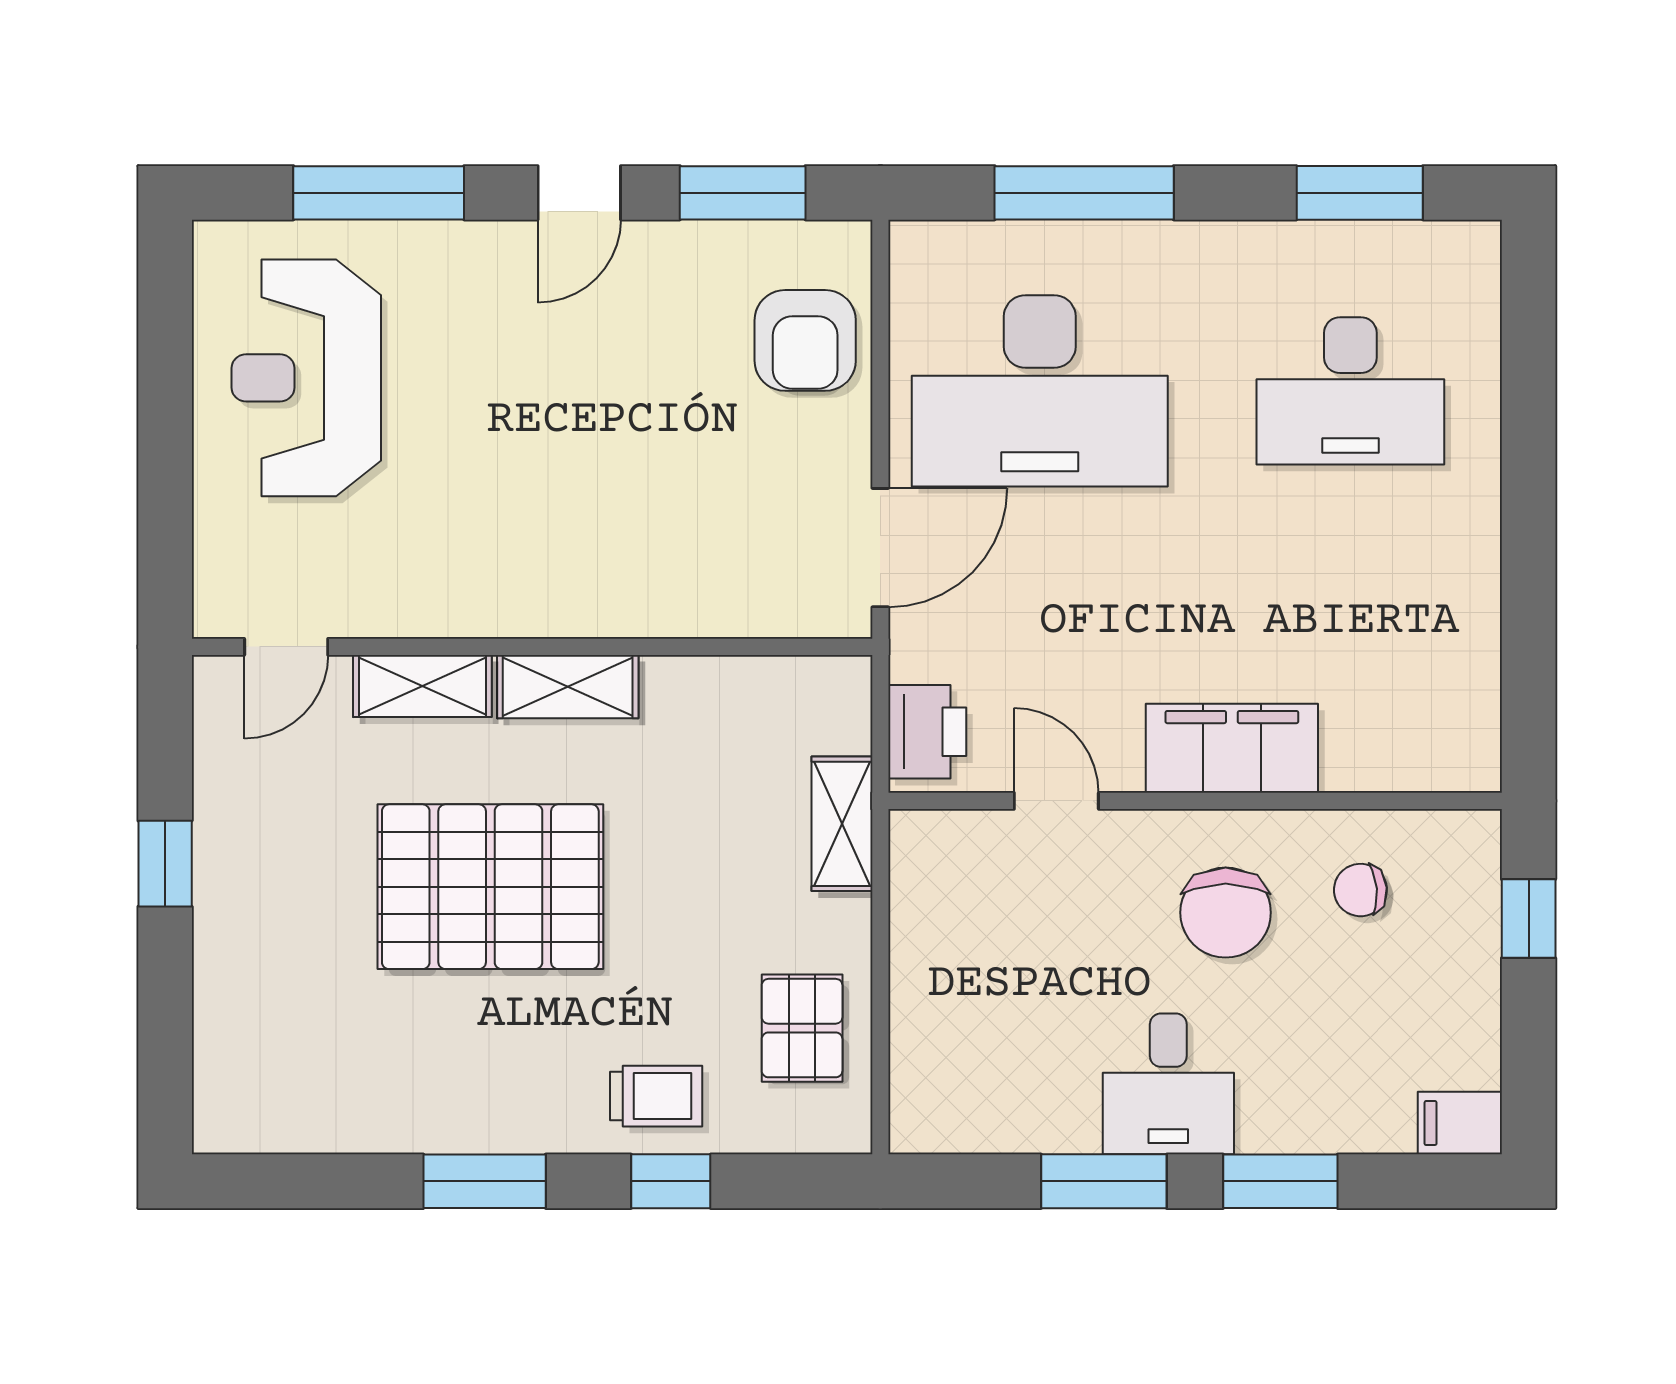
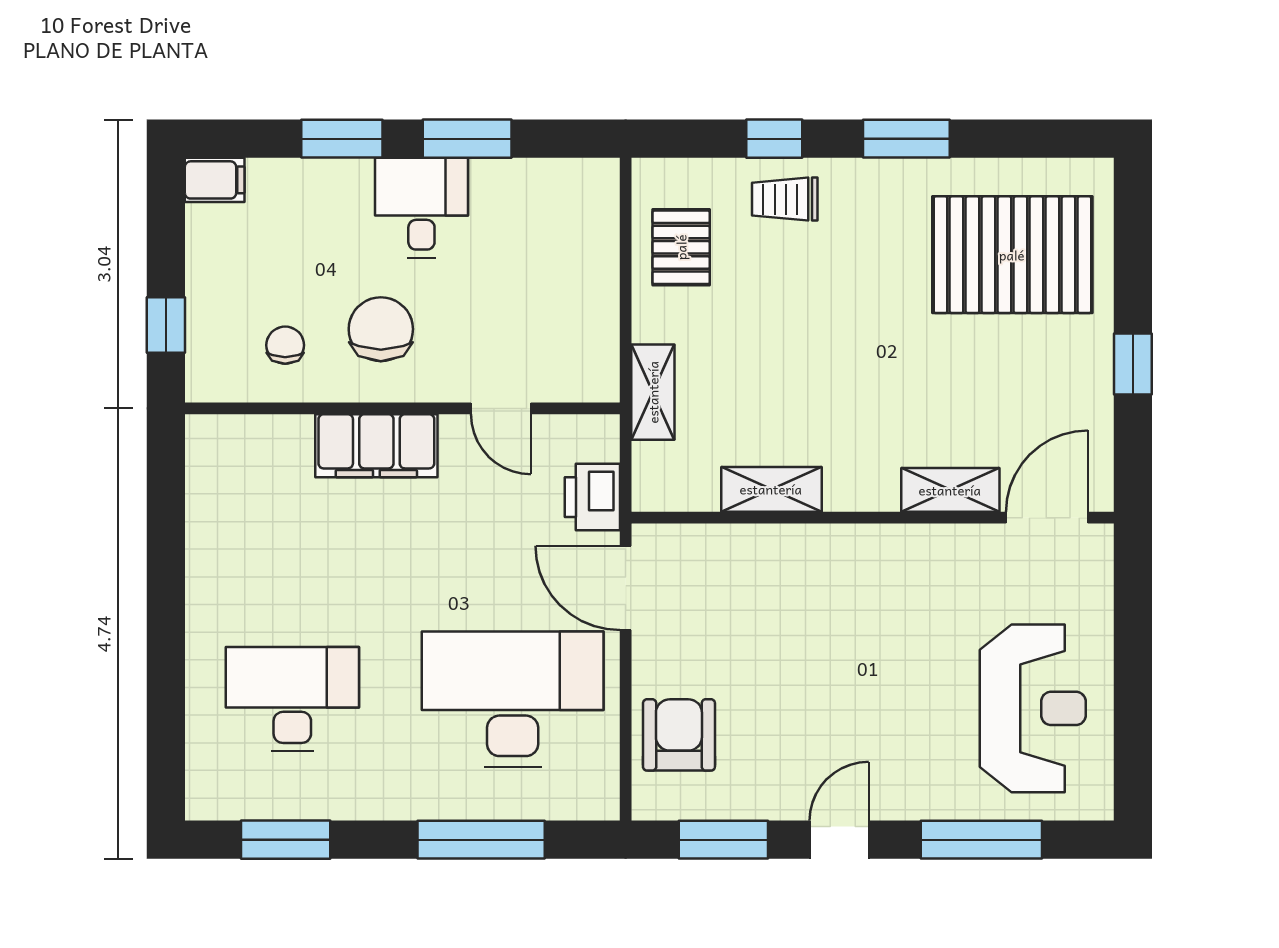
door: (880, 548) -> (626, 588), hinge flipped
door: (286, 647) -> (1047, 518), width x1.38
shelving: (568, 687) -> (771, 489), moved
printer: (927, 732) -> (592, 497), moved
pallet: (490, 887) -> (1012, 255), moved
chair: (1360, 890) -> (285, 345), turned -85

